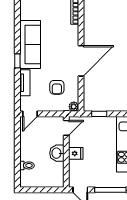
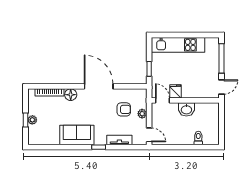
floor lamp: (72, 32) -> (71, 95), added
sofa: (30, 44) -> (77, 135), width x0.73
plant: (74, 107) -> (142, 114), moved
fridge: (76, 153) -> (176, 91), moved

